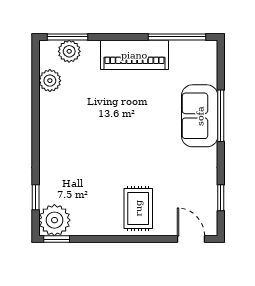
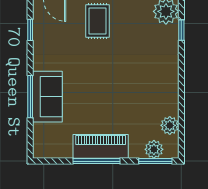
window: (177, 37) -> (97, 161), moved

